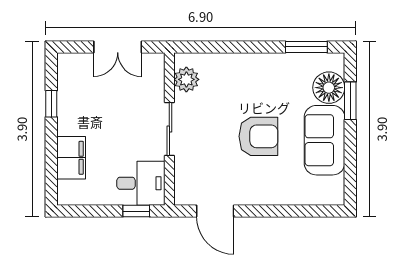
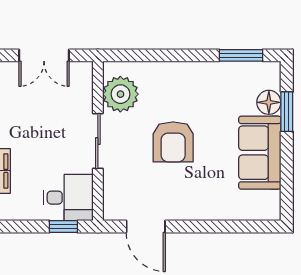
plant: (186, 79) -> (120, 94), width x1.36, depth x1.36
floor lamp: (329, 88) -> (269, 102), width x0.73, depth x0.73
armchair: (258, 136) -> (173, 142), moved, turned 90

